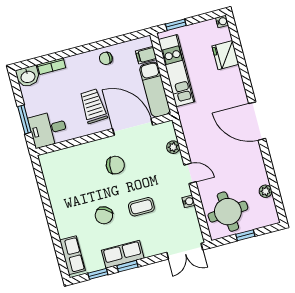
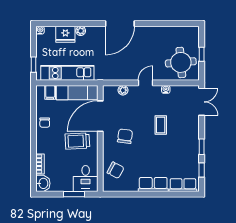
plant: (266, 191) -> (81, 31), moved
chair: (104, 215) -> (116, 170), moved
row of seats: (123, 254) -> (153, 185), moved, turned 90

